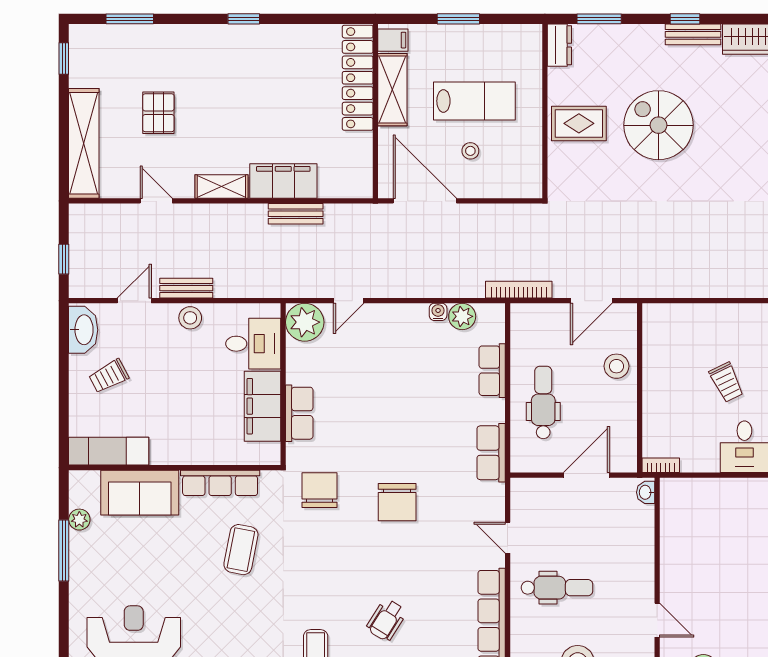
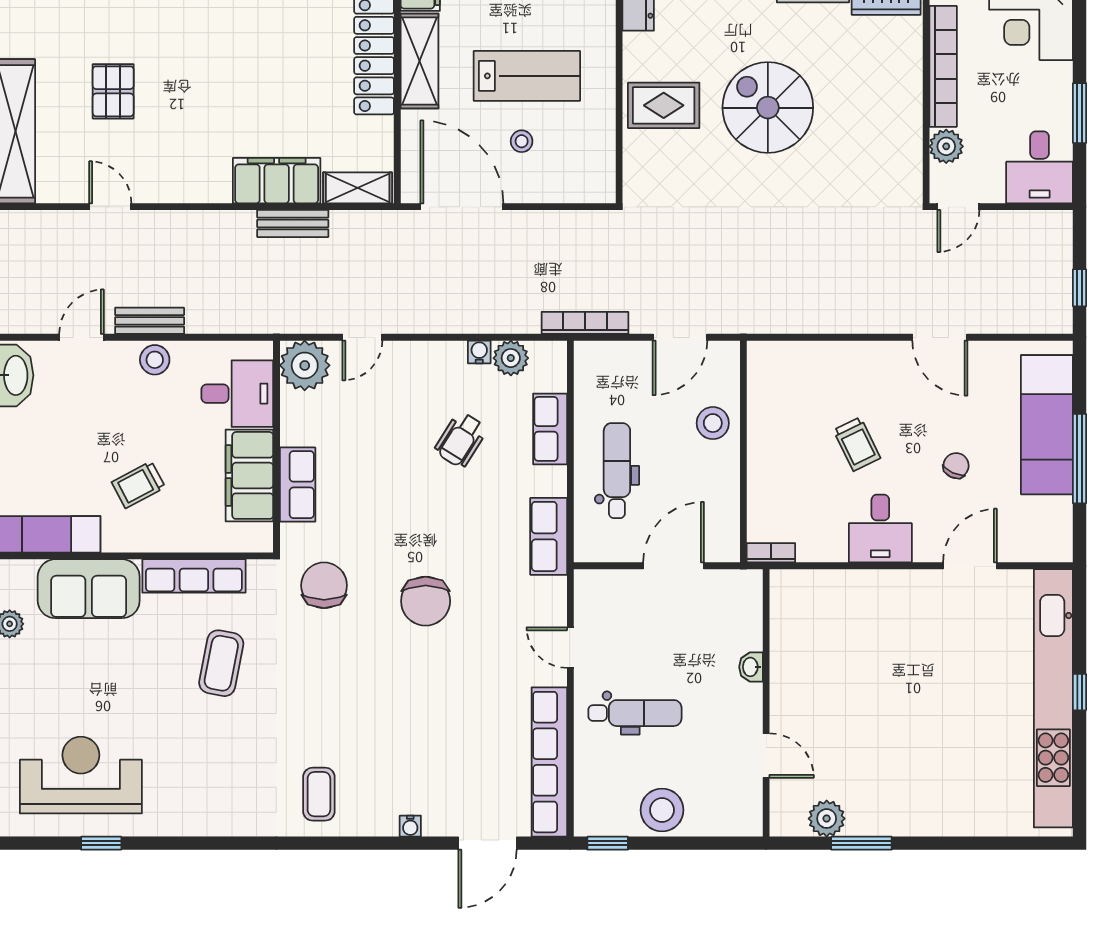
shelving: (221, 187) -> (358, 188), moved
trolley: (109, 376) -> (138, 485), moved
washbasin: (646, 492) -> (751, 667), moved
wheelchair: (386, 620) -> (461, 440), moved

